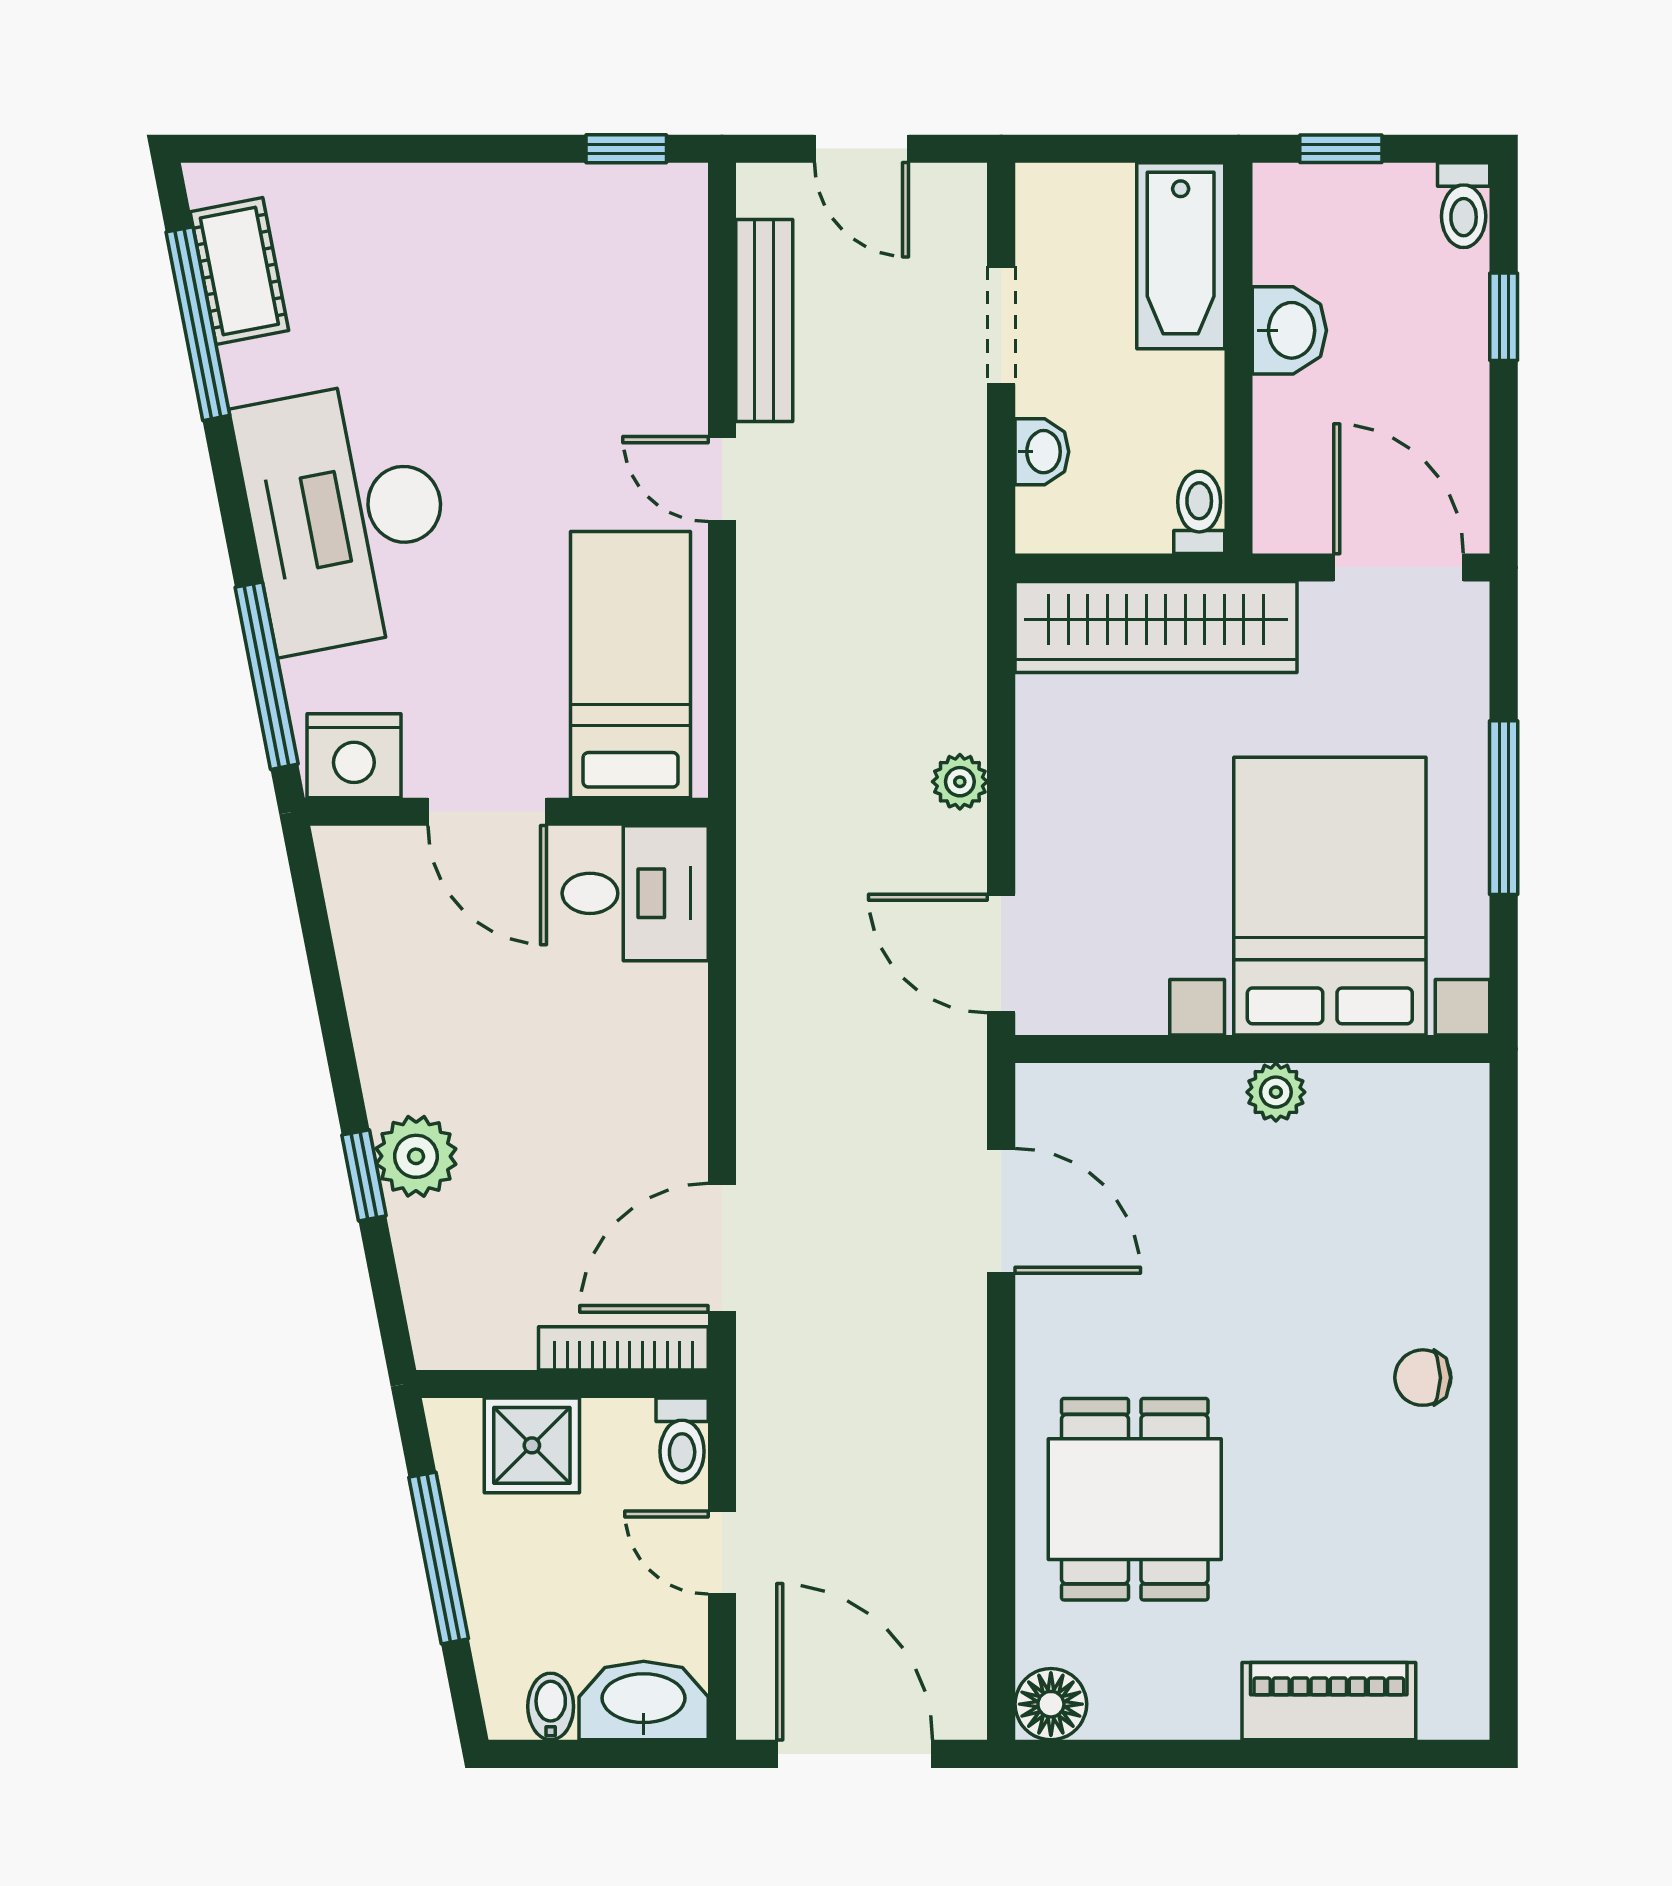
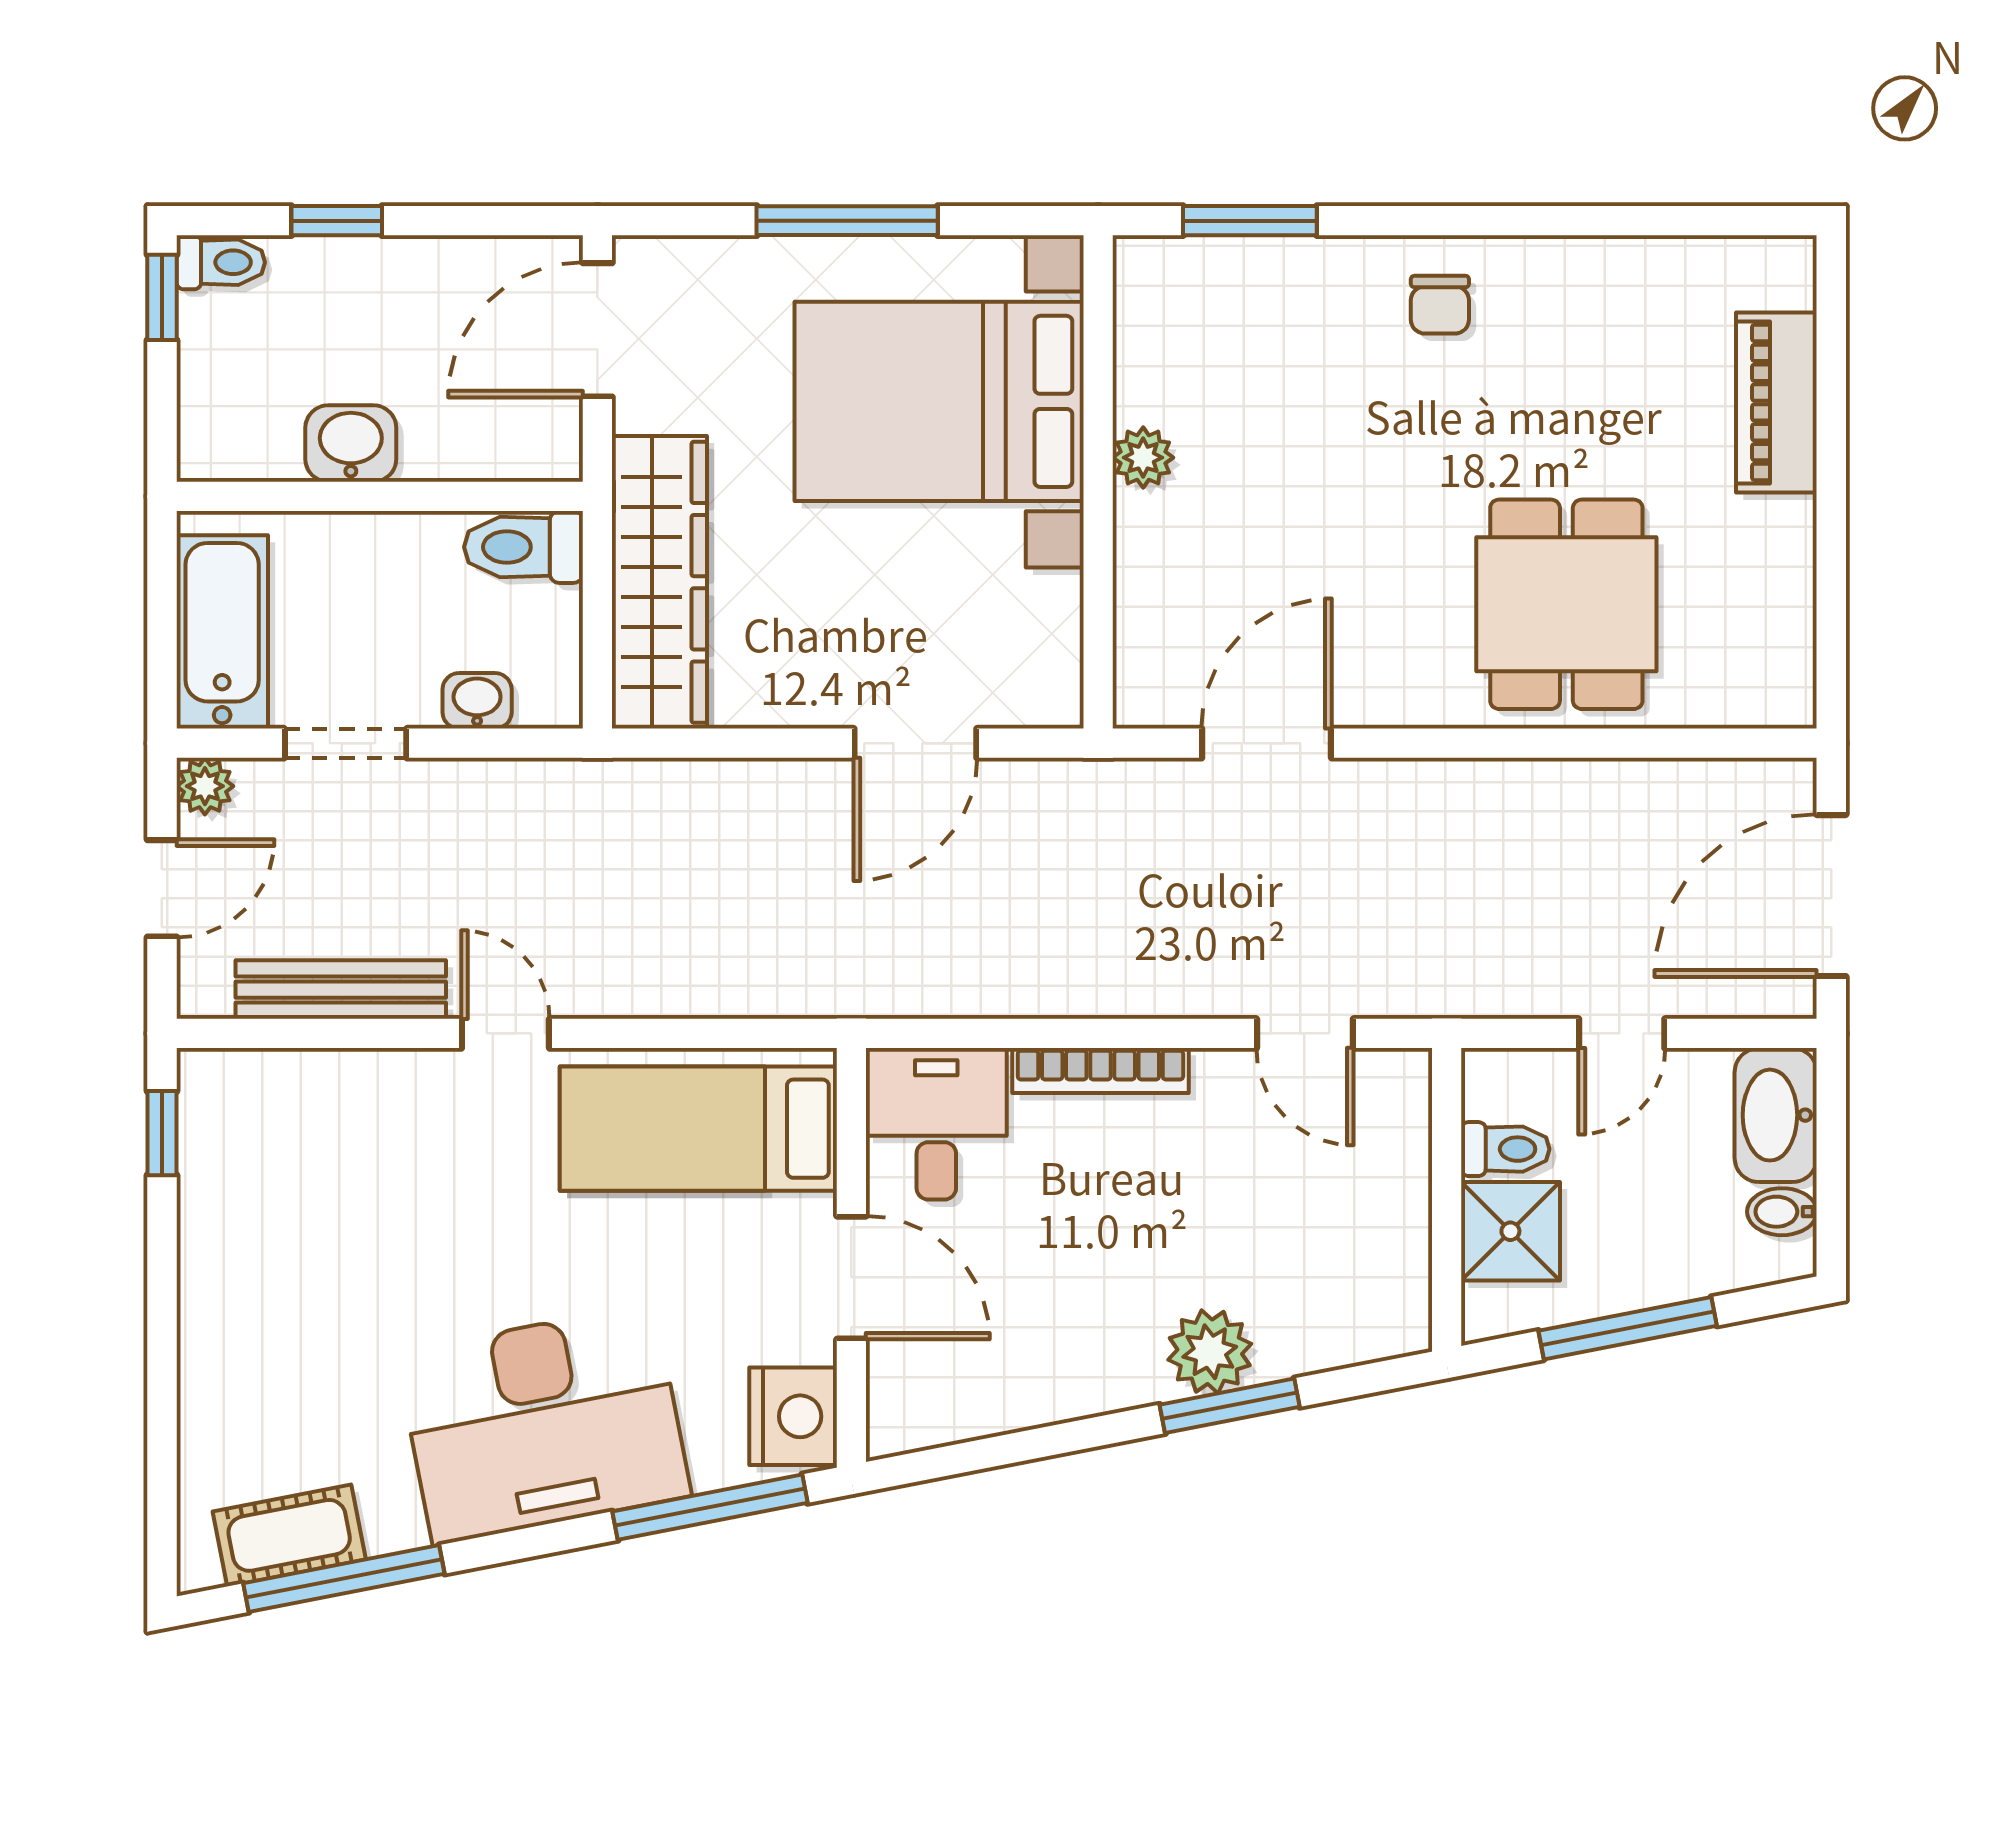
window: (1341, 149) -> (162, 297), moved
bathtub: (1181, 256) -> (222, 632), moved, turned -90
door: (722, 479) -> (505, 1033), swing flipped
toilet: (1199, 512) -> (524, 547), width x1.37, depth x1.39
plant: (960, 782) -> (205, 786), moved
door: (487, 812) -> (851, 1278), hinge flipped
door: (1001, 954) -> (915, 743), moved
window: (364, 1175) -> (1230, 1406), width x1.50
window: (1504, 1195) -> (1250, 221), added
door: (722, 1248) -> (1305, 1033), width x0.73
bookcase: (623, 1348) -> (1100, 1071), moved, turned -90
toilet: (682, 1440) -> (1505, 1149), moved
dining table: (1135, 1499) -> (1566, 604), turned 90
floor lamp: (1051, 1704) -> (1780, 691), removed

